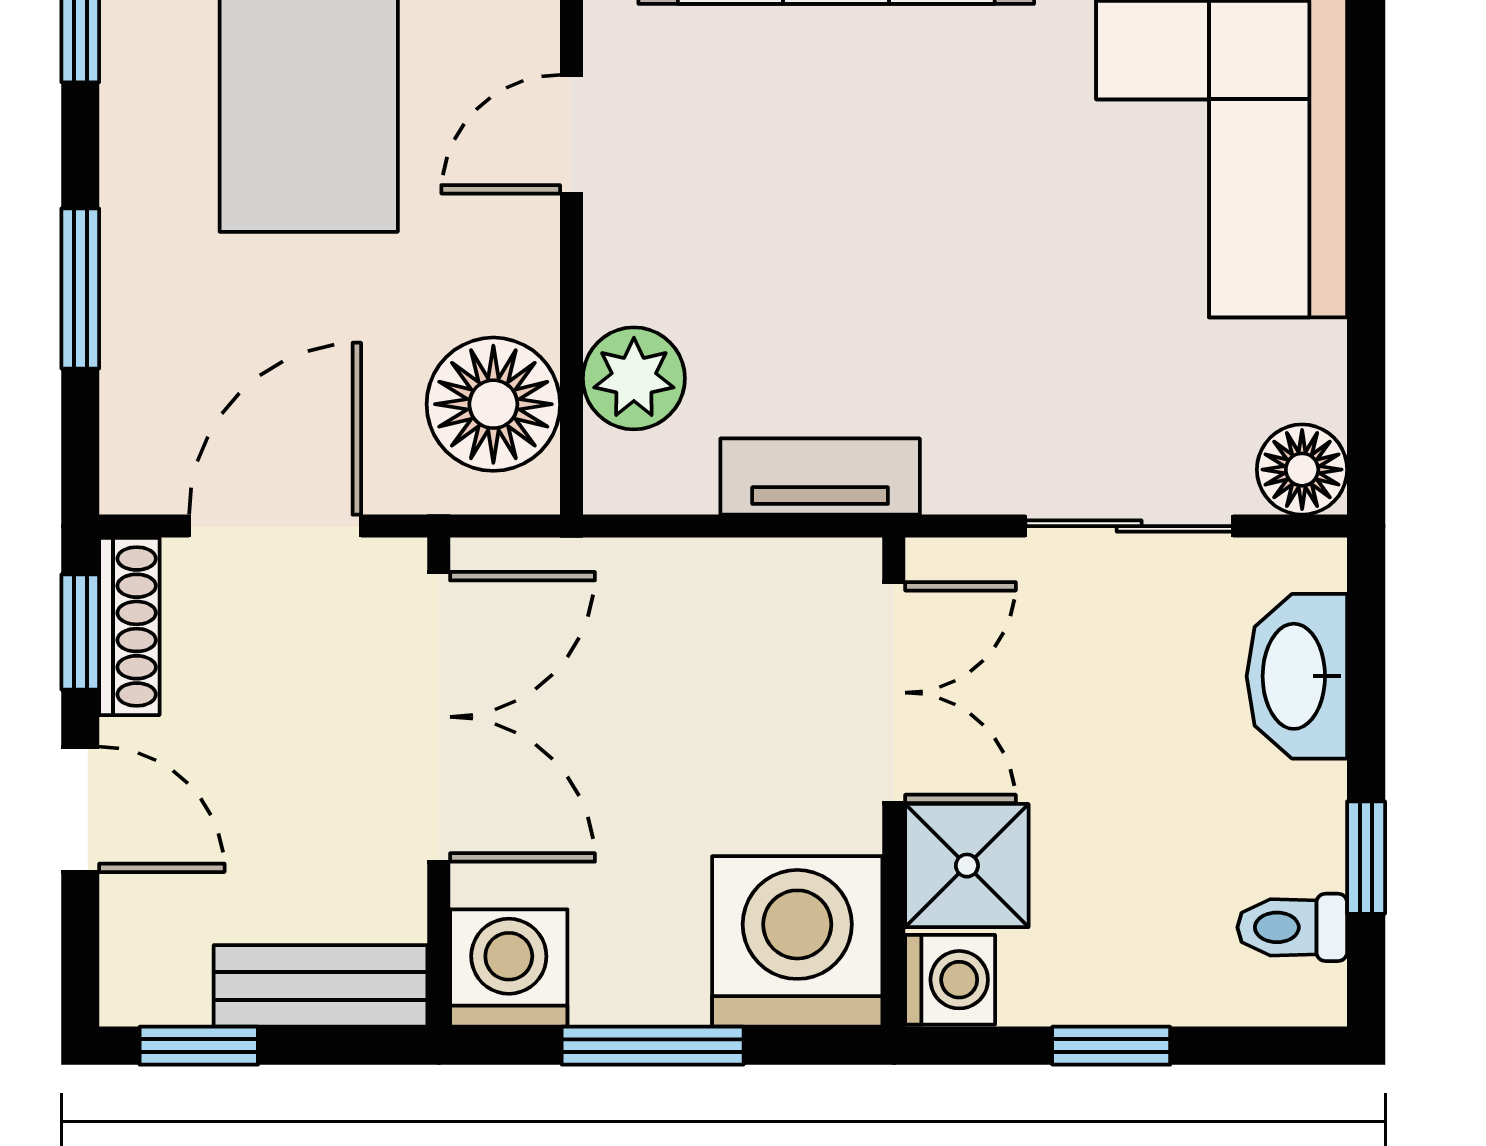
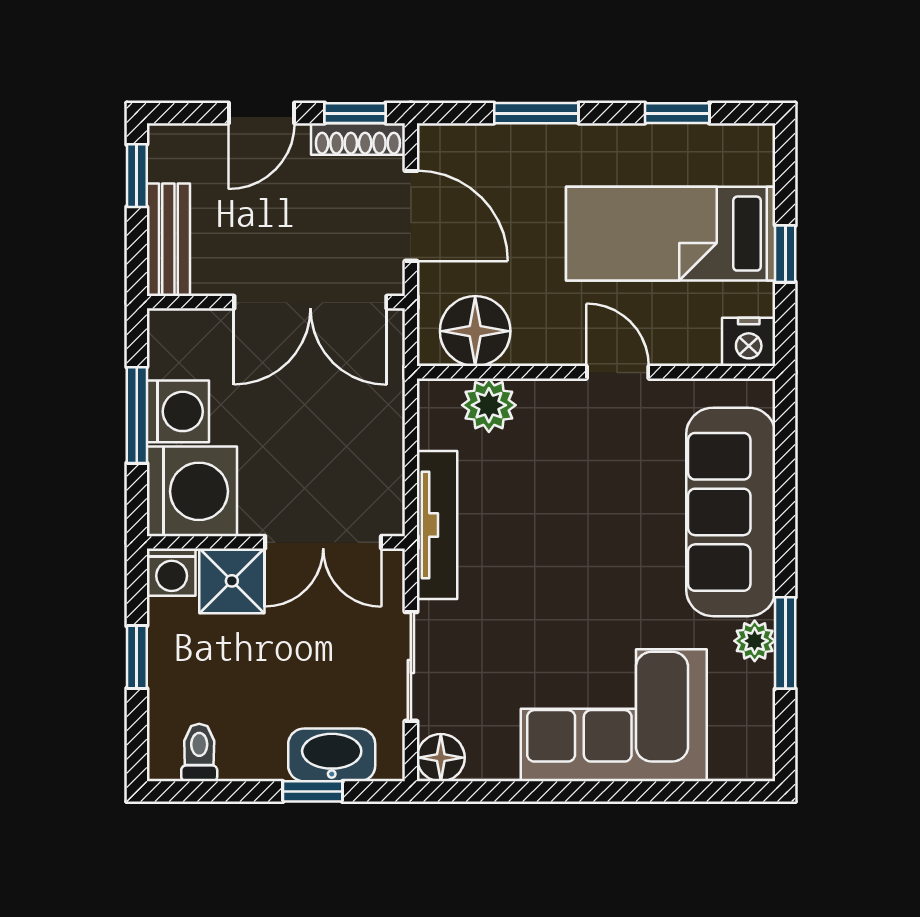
tv unit: (820, 477) -> (437, 525), width x1.41
window: (1366, 858) -> (313, 791), moved
washing machine: (509, 968) -> (178, 411), moved

